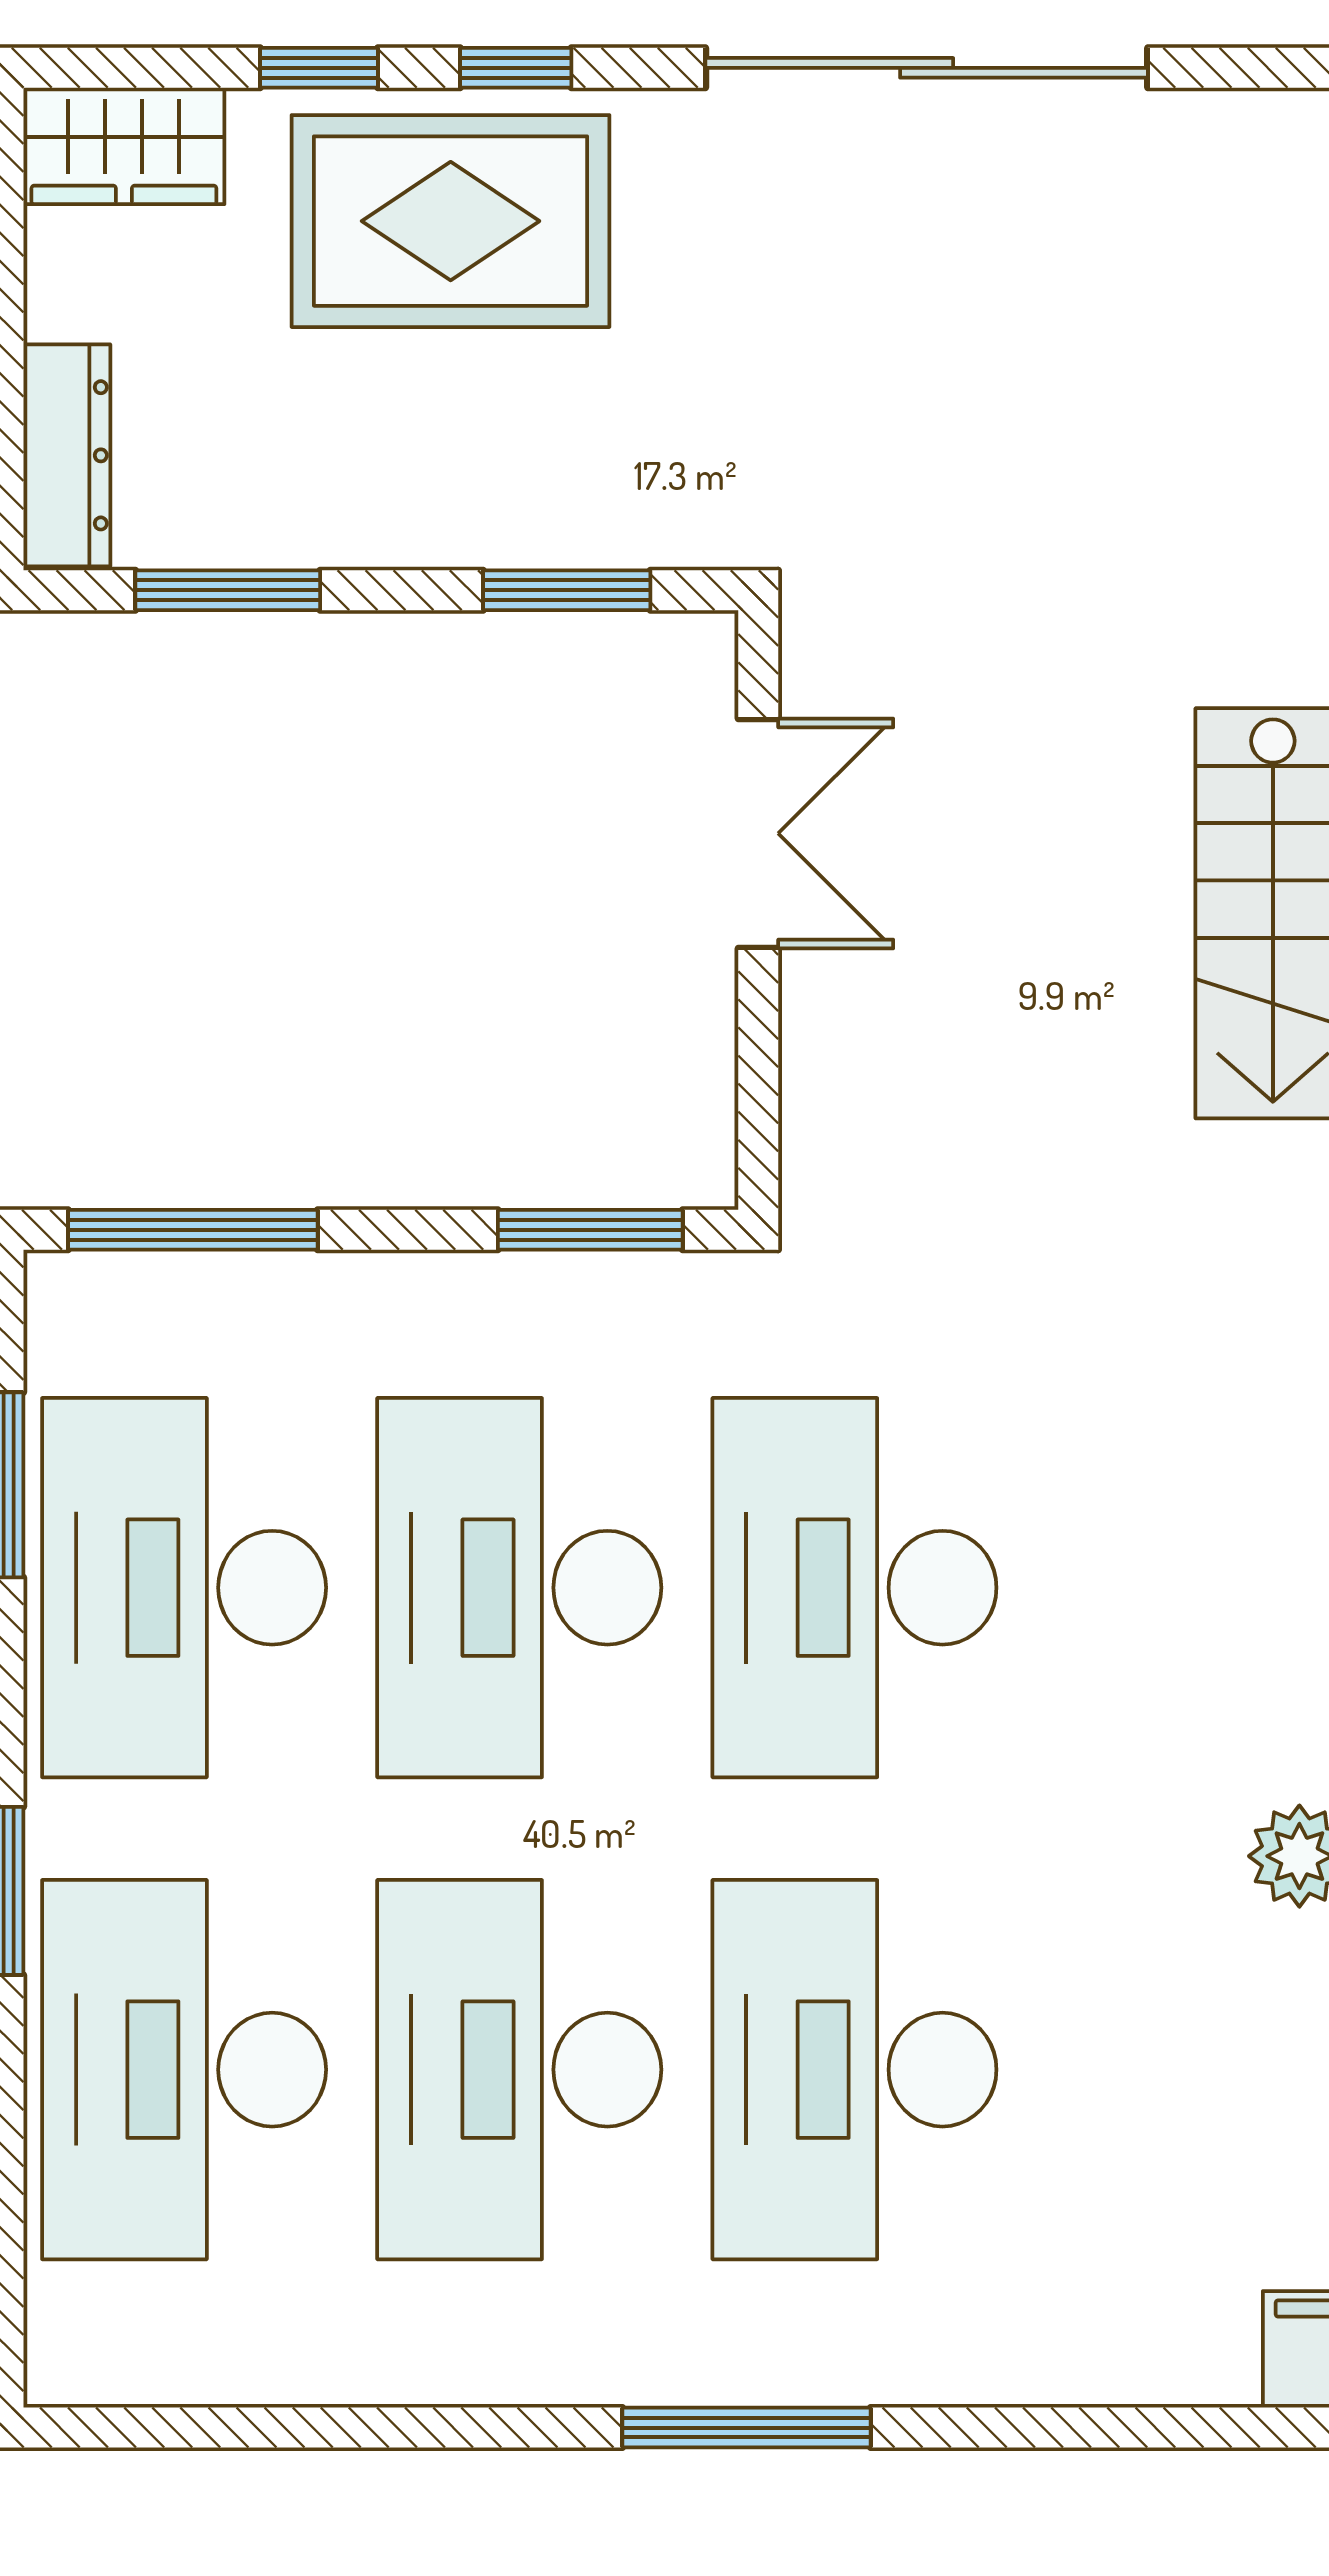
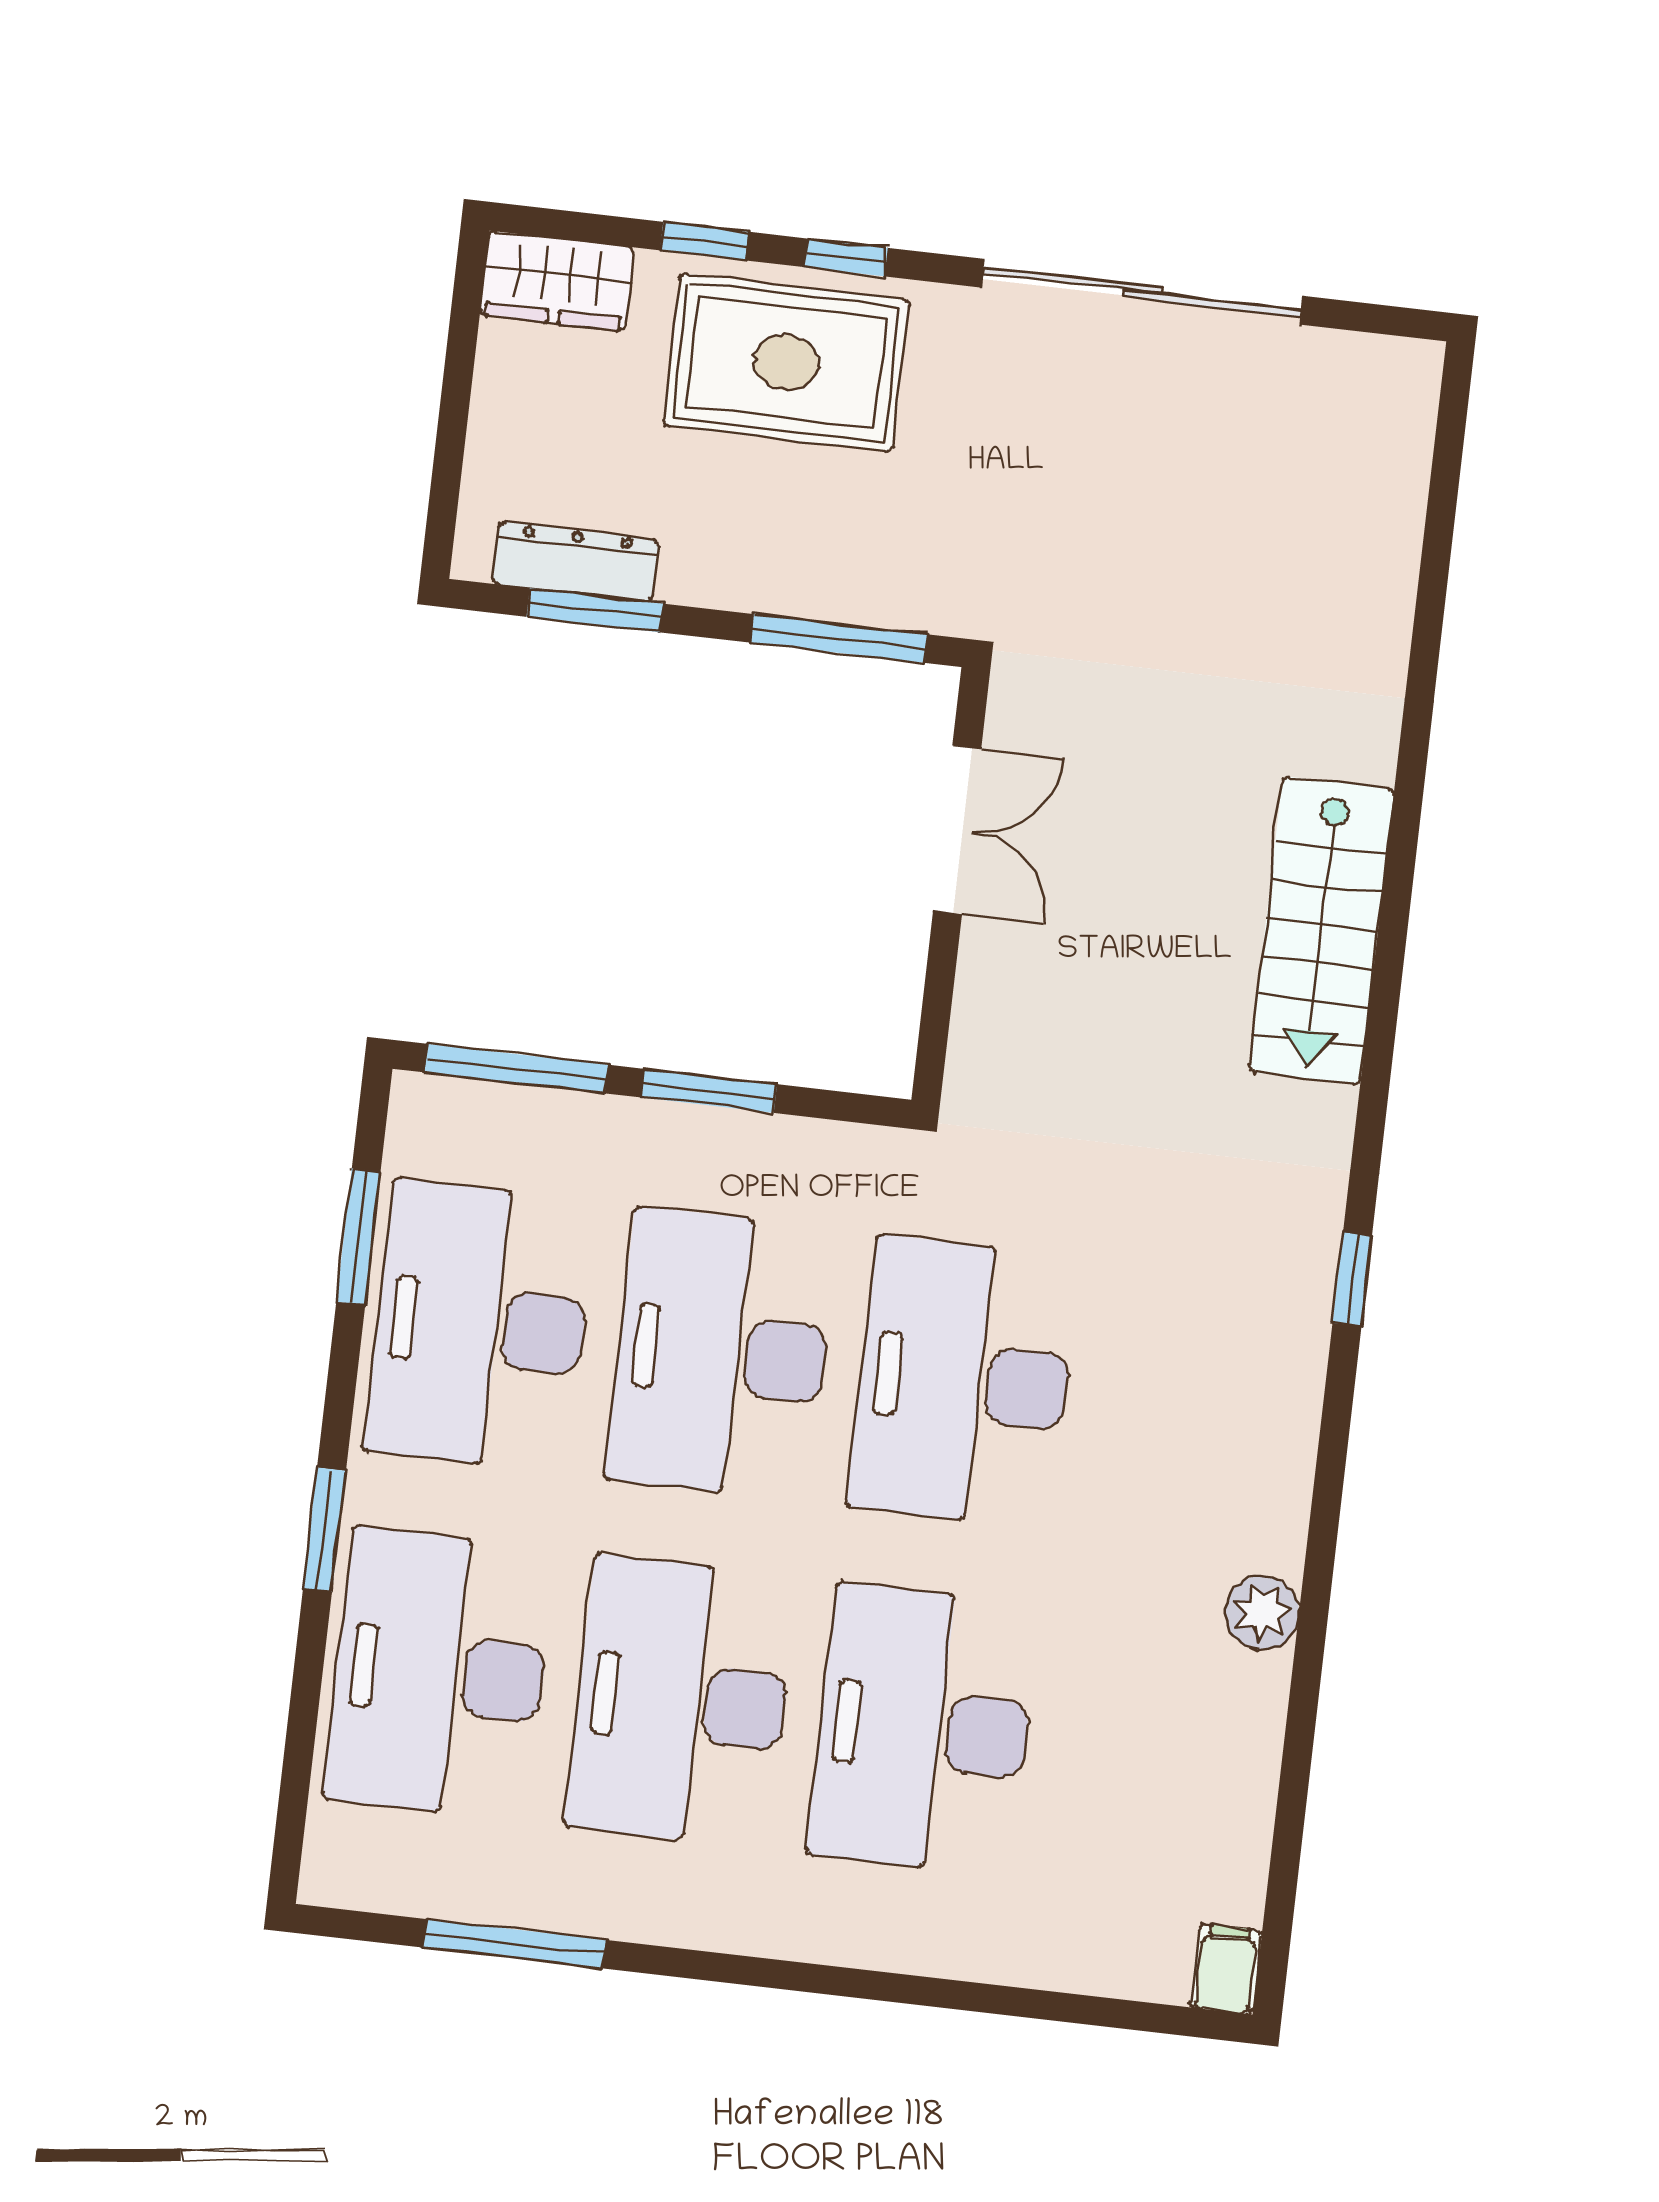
dresser: (67, 455) -> (575, 562), moved, turned -90
window: (567, 590) -> (839, 638), width x1.44
window: (590, 1230) -> (709, 1091), moved
window: (746, 2428) -> (514, 1944), moved

